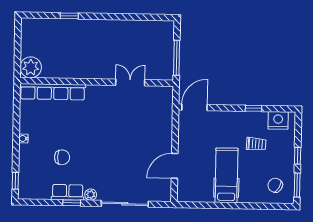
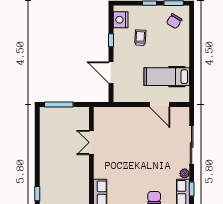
window: (177, 58) -> (59, 104), moved
door: (194, 107) -> (111, 73), moved
hospital bed: (226, 175) -> (167, 77), moved

